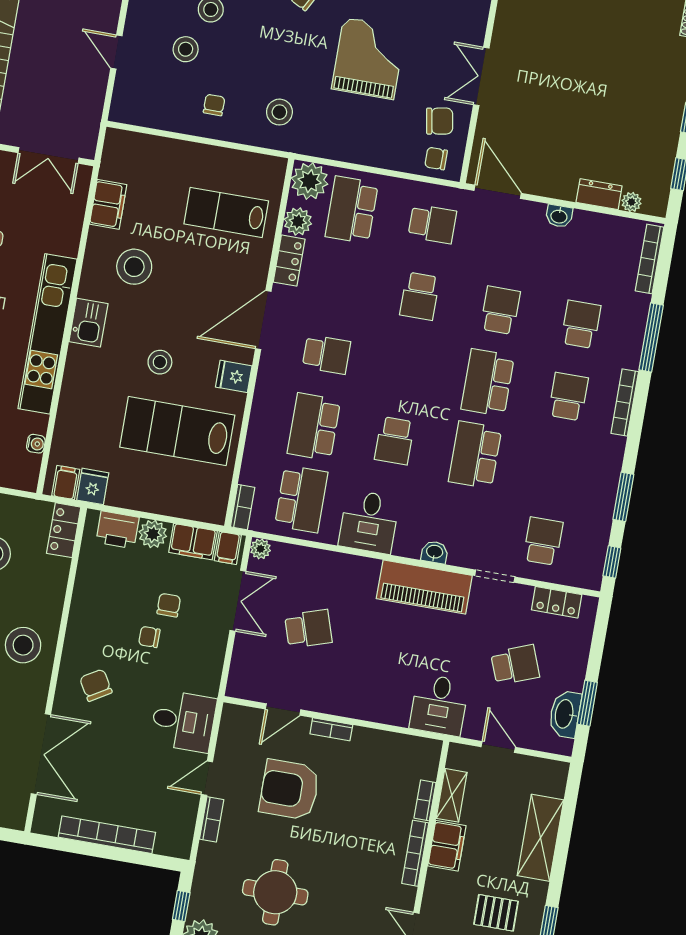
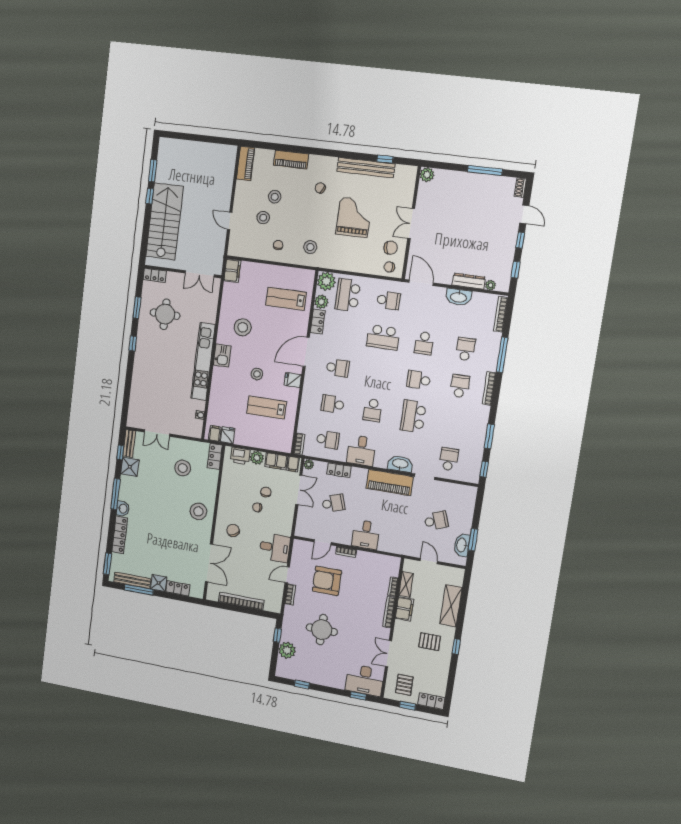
dresser: (599, 194) -> (469, 281), width x1.44
filing cabinet: (108, 204) -> (232, 271), moved
washbasin: (559, 216) -> (459, 297), width x1.91, depth x1.45
school desk: (420, 296) -> (383, 337), width x1.85
school desk: (500, 310) -> (424, 343), turned 180
school desk: (488, 383) -> (419, 380), width x0.54
school desk: (314, 427) -> (333, 404), width x0.54
lab bench: (177, 431) -> (267, 408), width x0.73, depth x0.72
school desk: (301, 499) -> (328, 440), width x0.54
washbasin: (435, 552) -> (400, 464), width x1.91, depth x1.45
locker: (557, 602) -> (339, 470), moved
desk: (439, 705) -> (366, 535), moved

